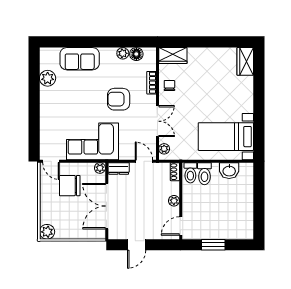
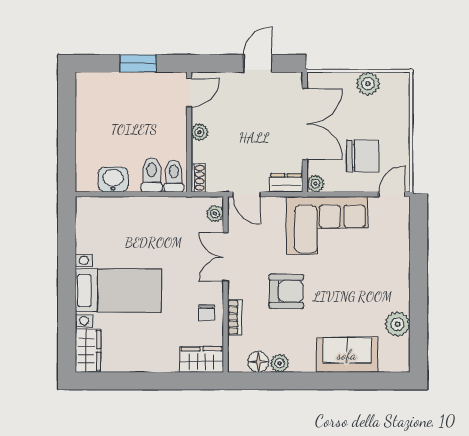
bed with nightstands: (226, 137) -> (118, 291), moved
door: (51, 161) -> (392, 194), hinge flipped
plant: (47, 232) -> (368, 84), moved

